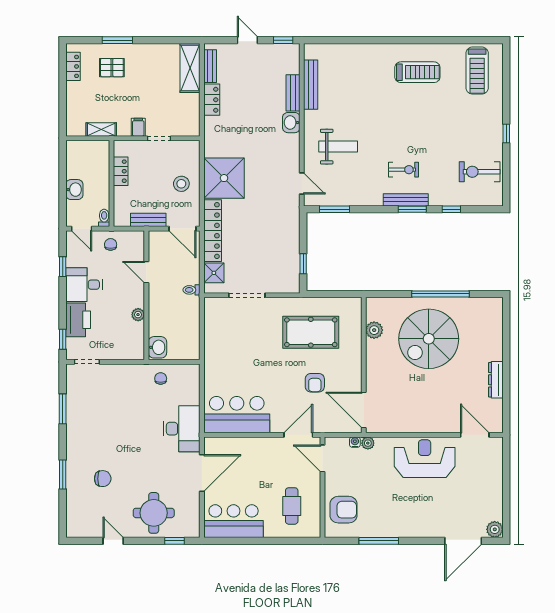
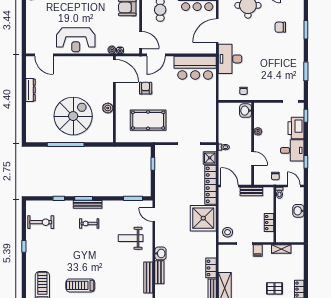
stool: (181, 184) -> (228, 232), moved
plant: (374, 330) -> (108, 108), moved

